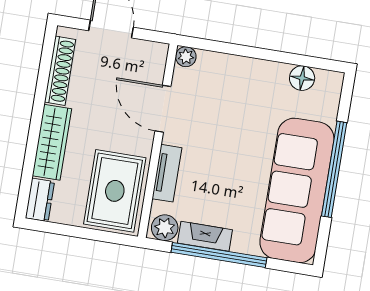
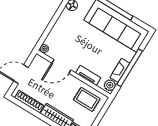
rug: (115, 191) -> (87, 99), width x0.73, depth x0.70

